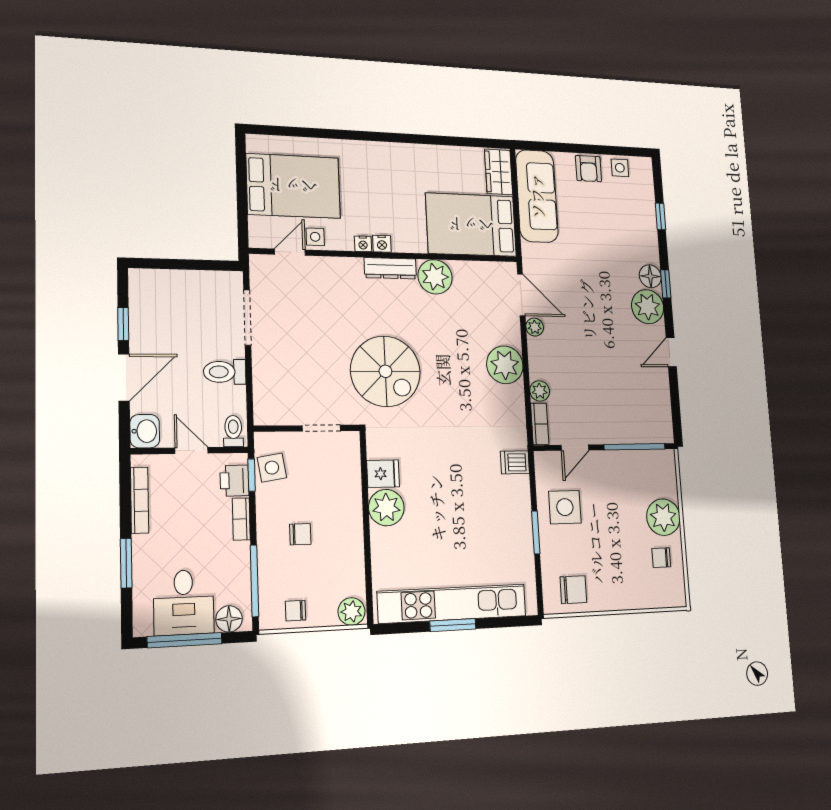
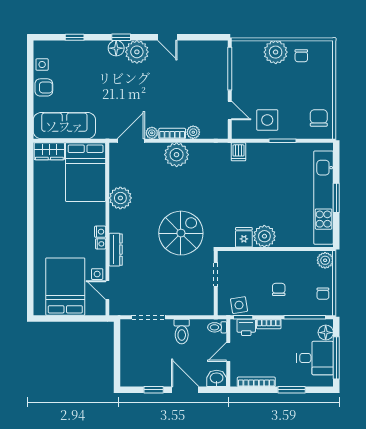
dresser: (390, 268) -> (116, 250), moved
bookcase: (540, 424) -> (172, 134), moved

